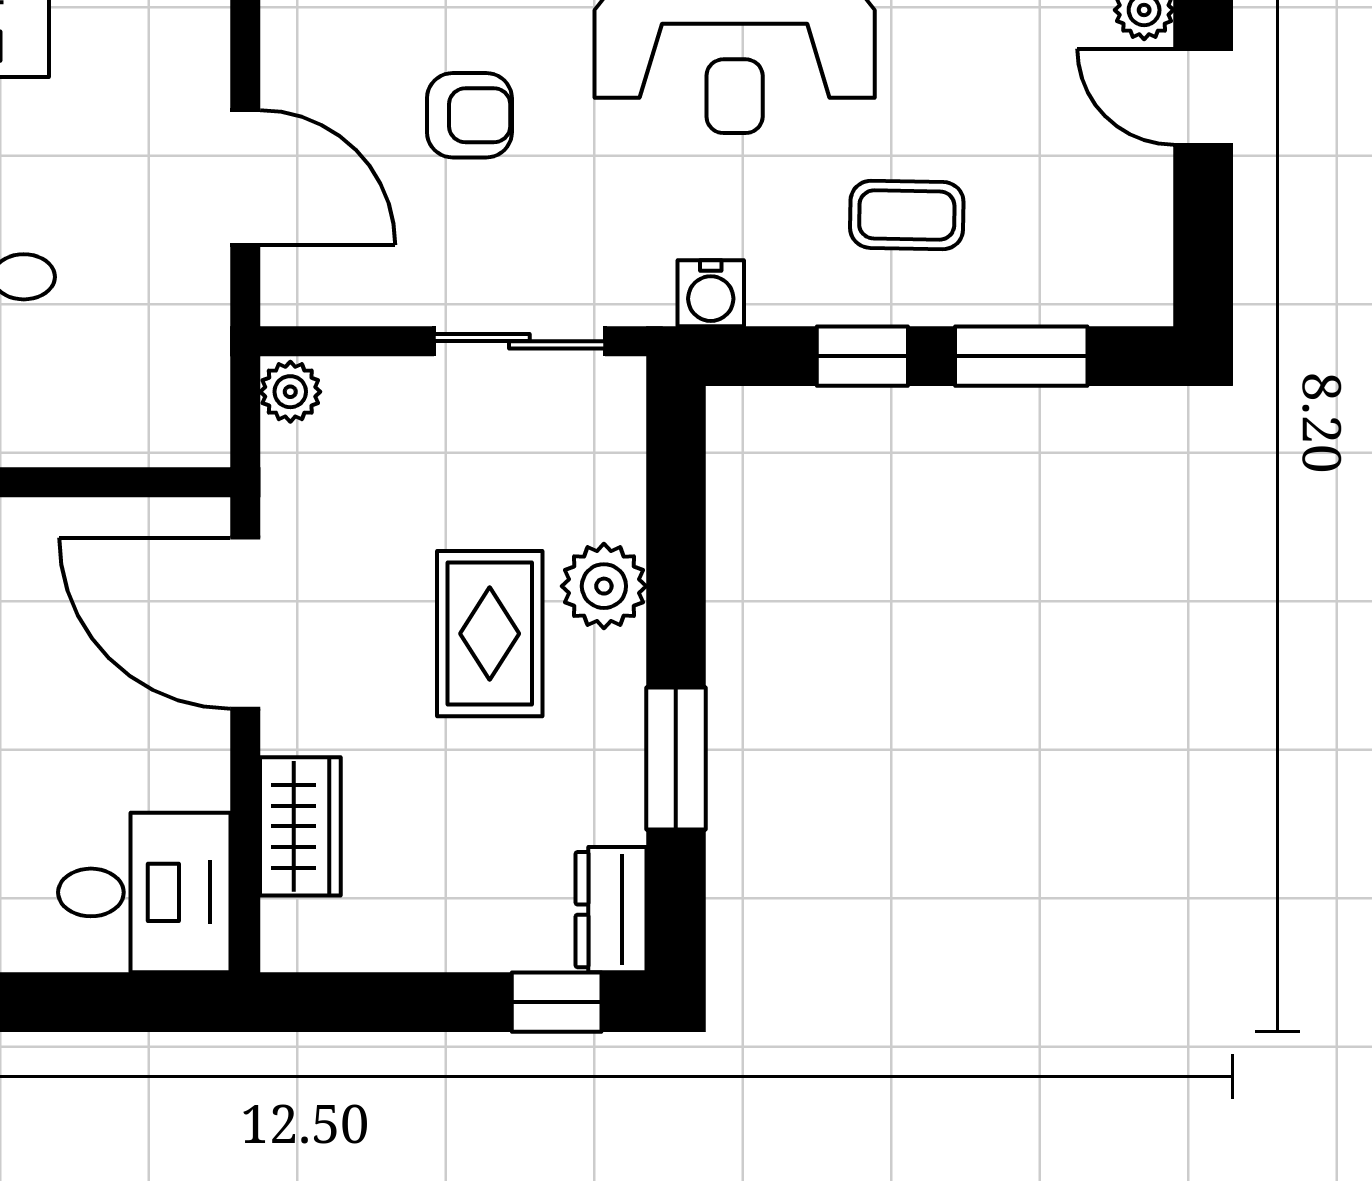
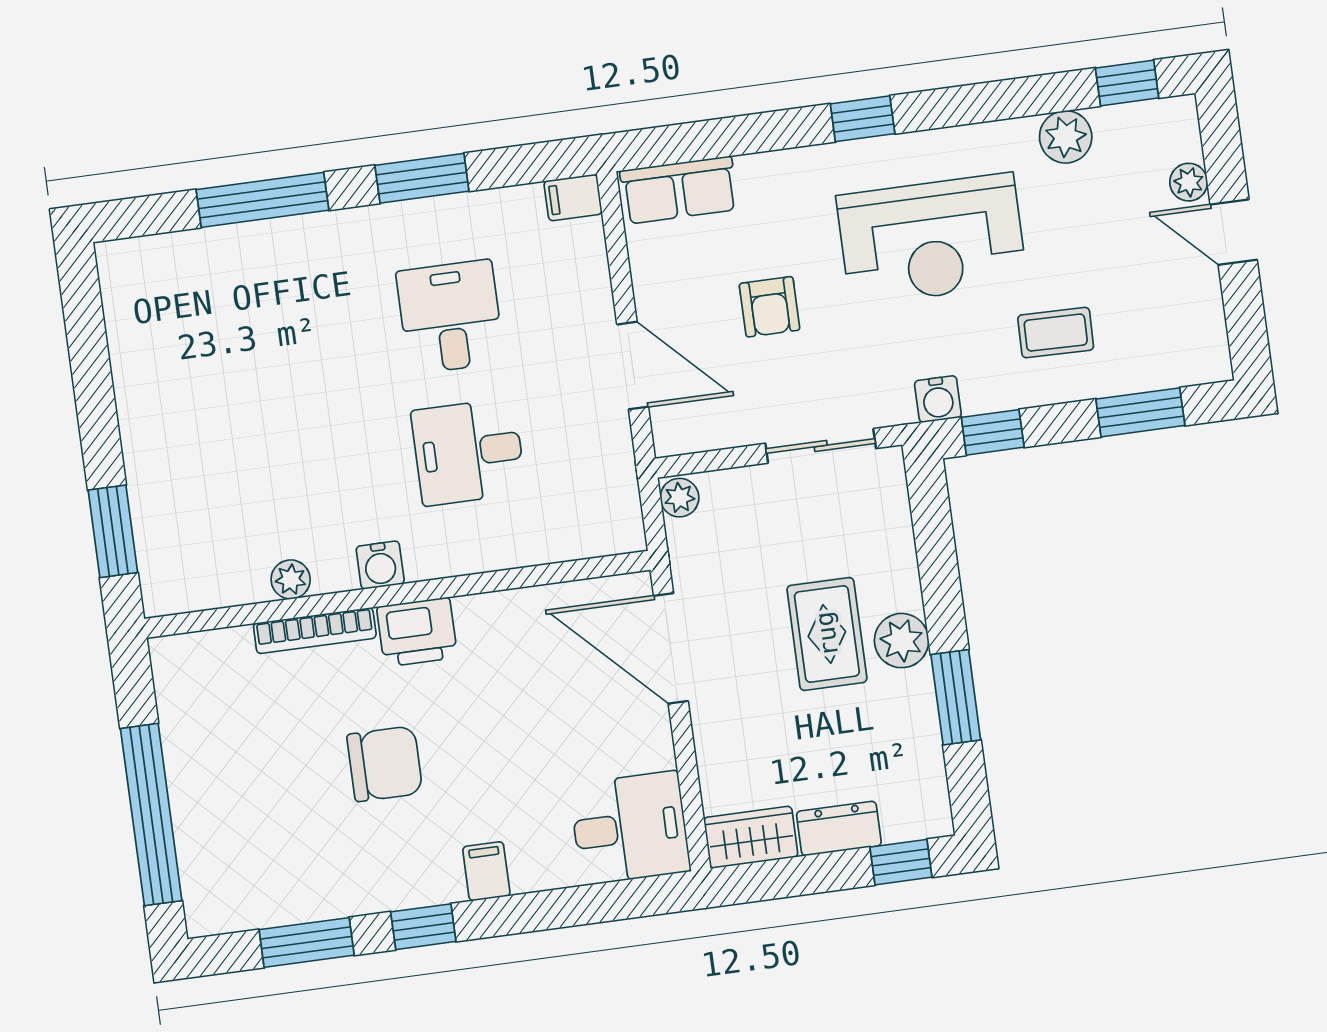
armchair: (469, 115) -> (770, 307), turned 90
window: (862, 356) -> (993, 432), moved
plant: (604, 586) -> (902, 641), moved
wardrobe: (300, 826) -> (751, 837), moved, turned -90
dresser: (611, 910) -> (839, 829), moved, turned 90

